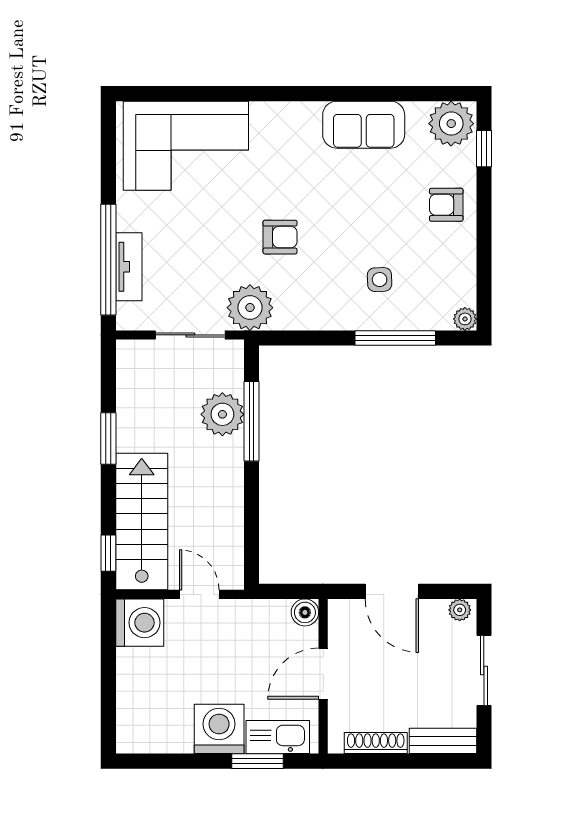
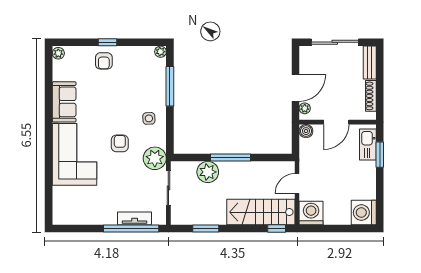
plant: (451, 124) -> (58, 53), width x0.53, depth x0.53
corner sofa: (186, 146) -> (74, 154), moved
window: (484, 149) -> (107, 42), moved
side table: (380, 280) -> (149, 118), moved
window: (252, 421) -> (230, 158), moved
window: (108, 439) -> (206, 229), moved
plant: (460, 610) -> (305, 108), moved
sliding door: (484, 671) -> (335, 42), width x1.37
door: (323, 674) -> (336, 122), hinge flipped
washing machine: (219, 729) -> (364, 213), moved

